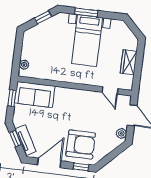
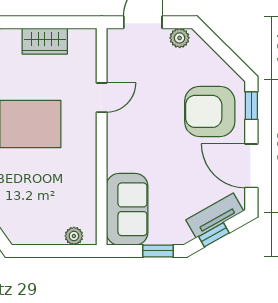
door: (110, 90) -> (102, 98), moved
window: (12, 98) -> (158, 251), moved
armchair: (81, 145) -> (210, 111), turned -90

